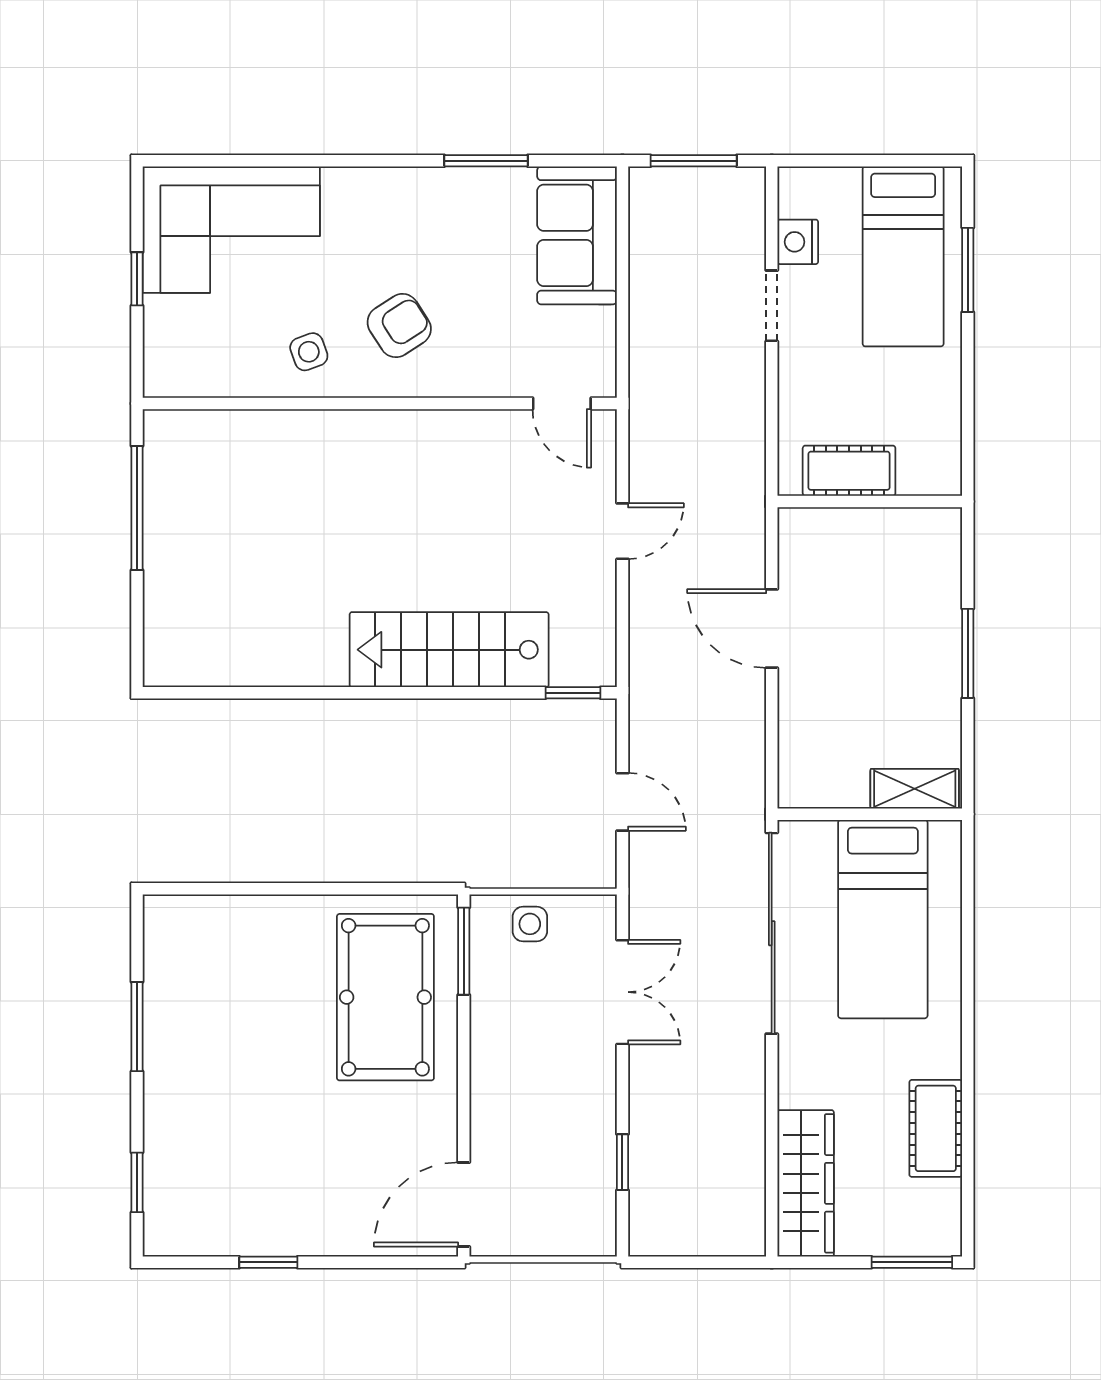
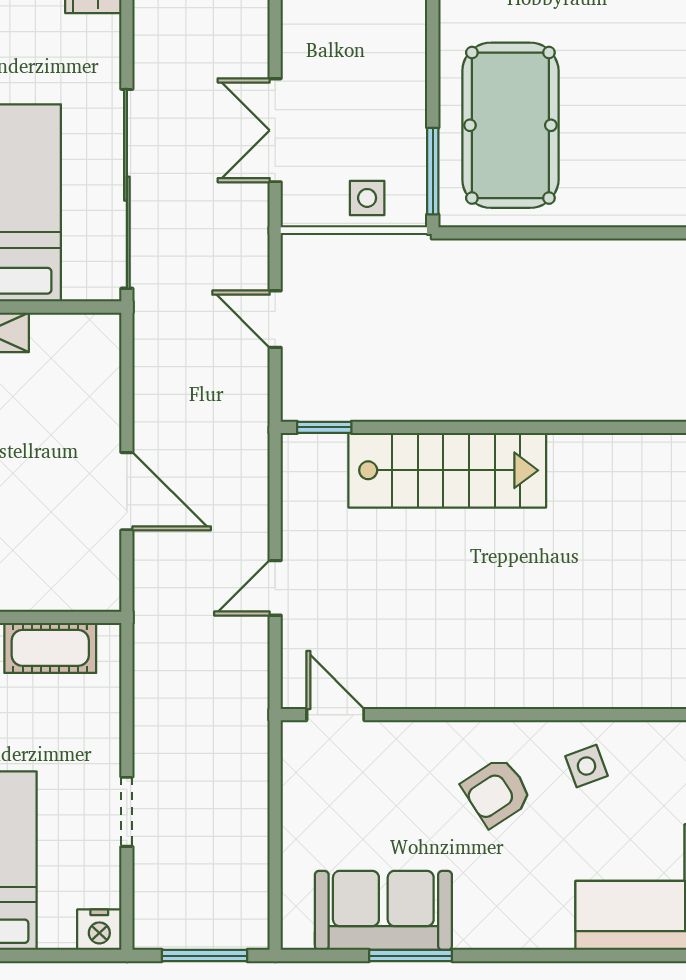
sofa: (577, 235) -> (383, 910), moved, turned -90
nightstand: (798, 242) -> (99, 930), moved, turned 90

